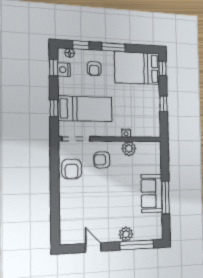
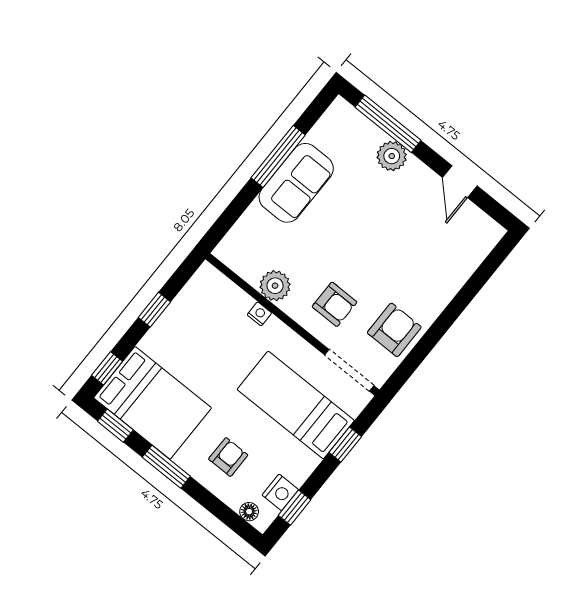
window: (81, 45) -> (115, 426), moved

